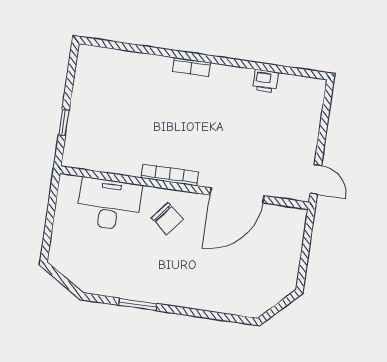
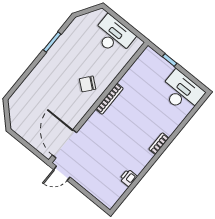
desk: (99, 79) -> (182, 92), added
door: (237, 195) -> (64, 144), moved
desk: (109, 204) -> (113, 36), moved, turned -90

